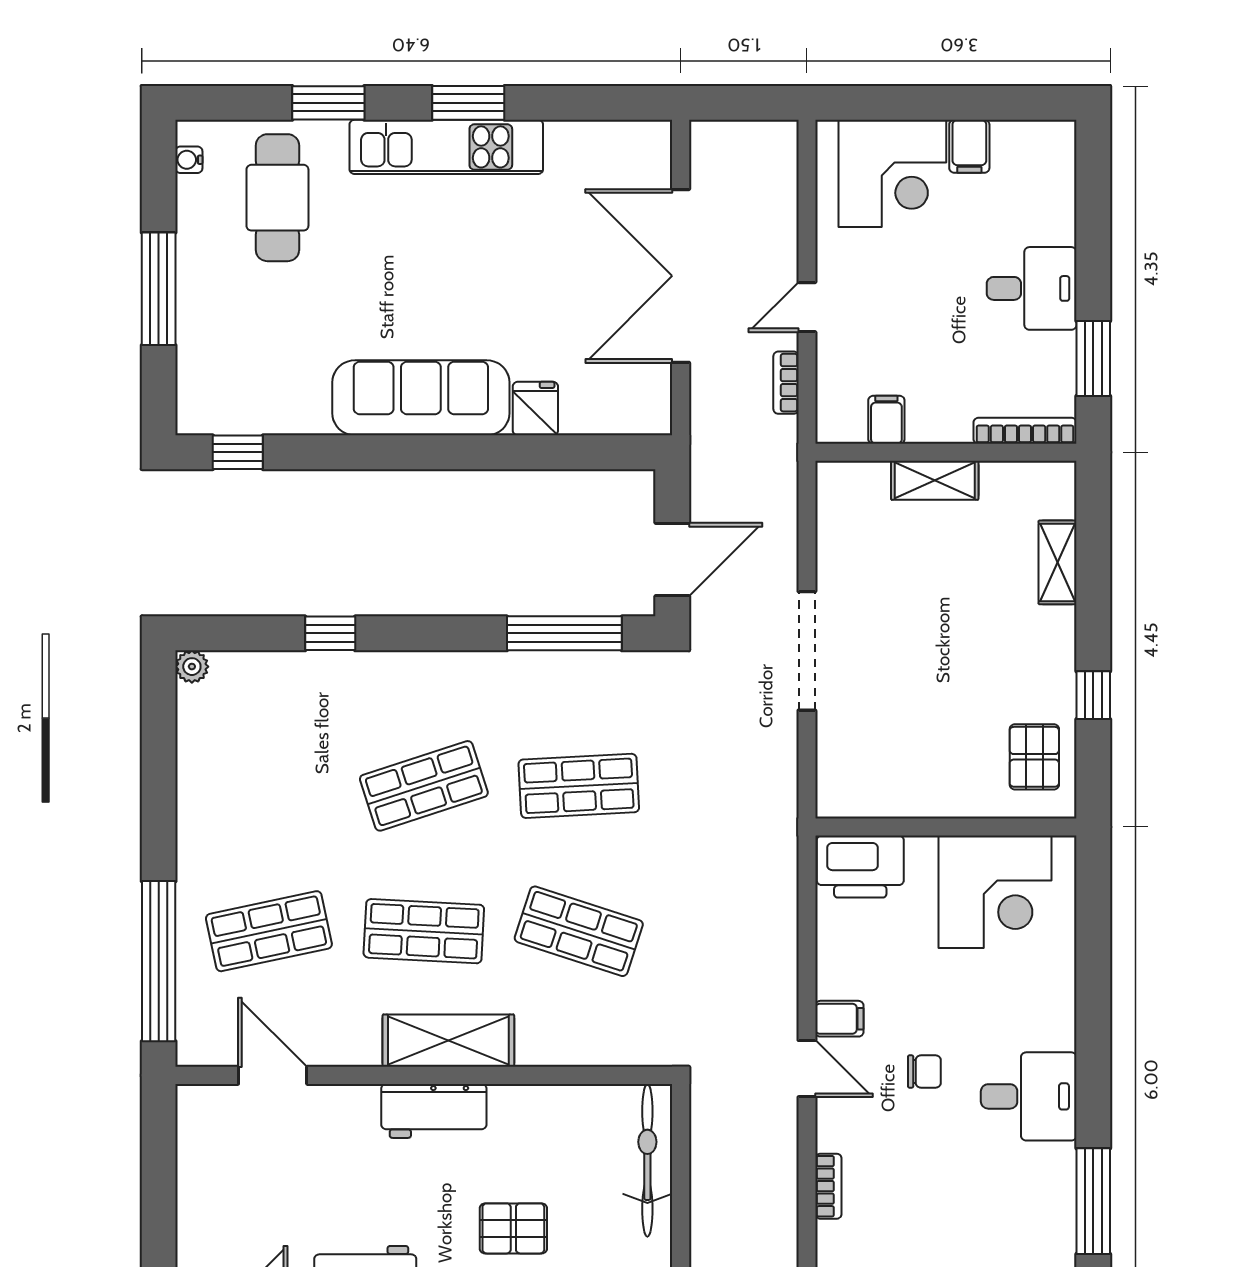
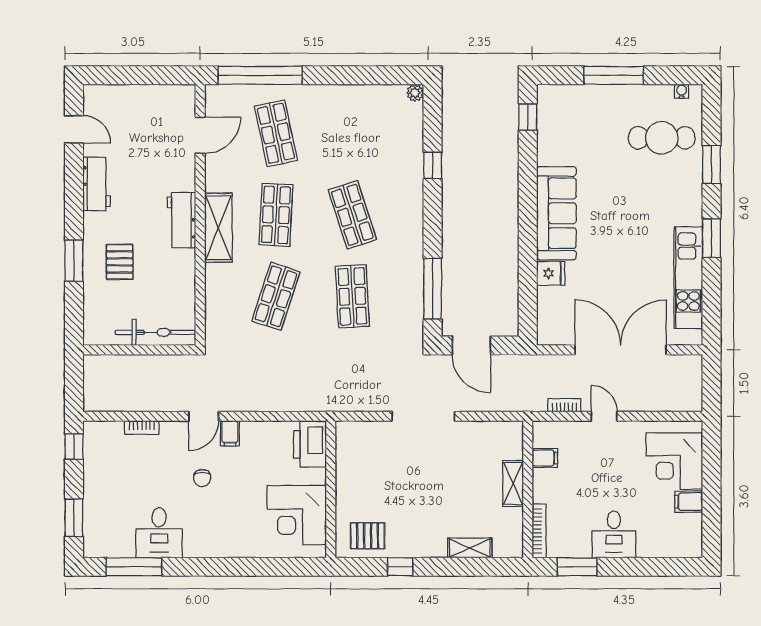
kitchen unit: (446, 147) -> (688, 278), moved
desk: (1029, 1096) -> (159, 533), moved

